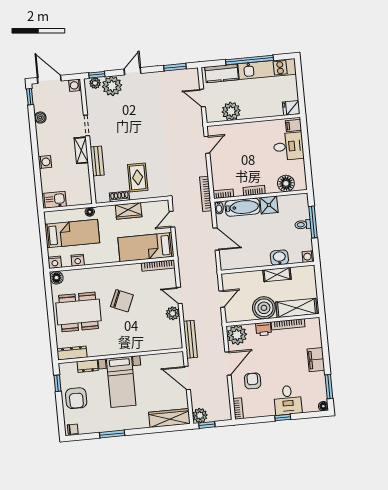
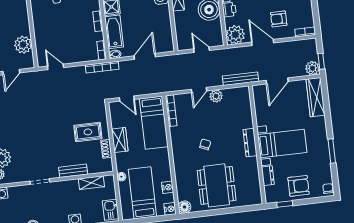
shelving: (81, 150) -> (91, 183), moved
chair: (122, 301) -> (205, 144), width x0.54, depth x0.54
dresser: (72, 353) -> (250, 143), moved

